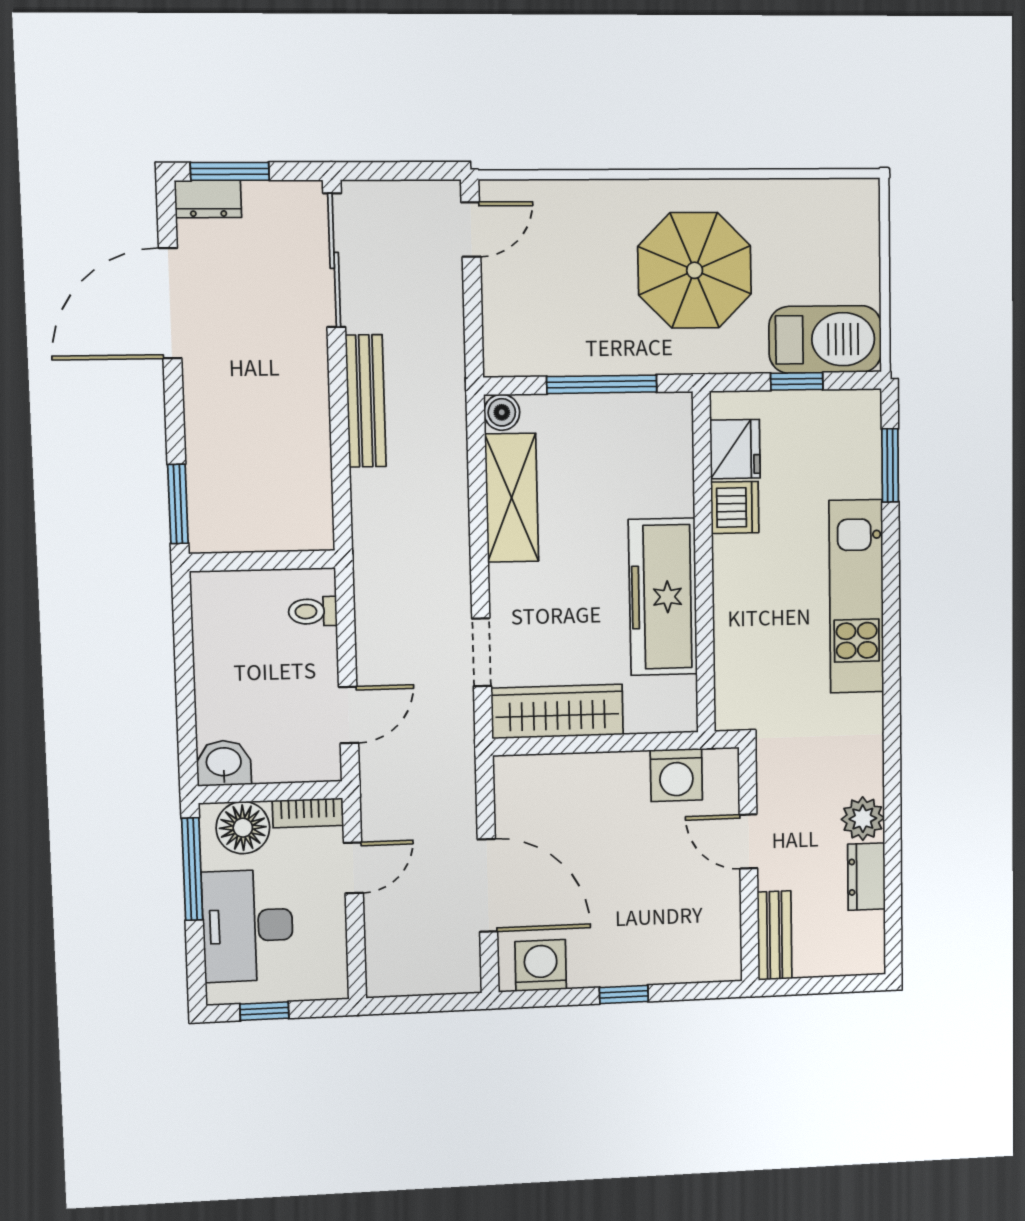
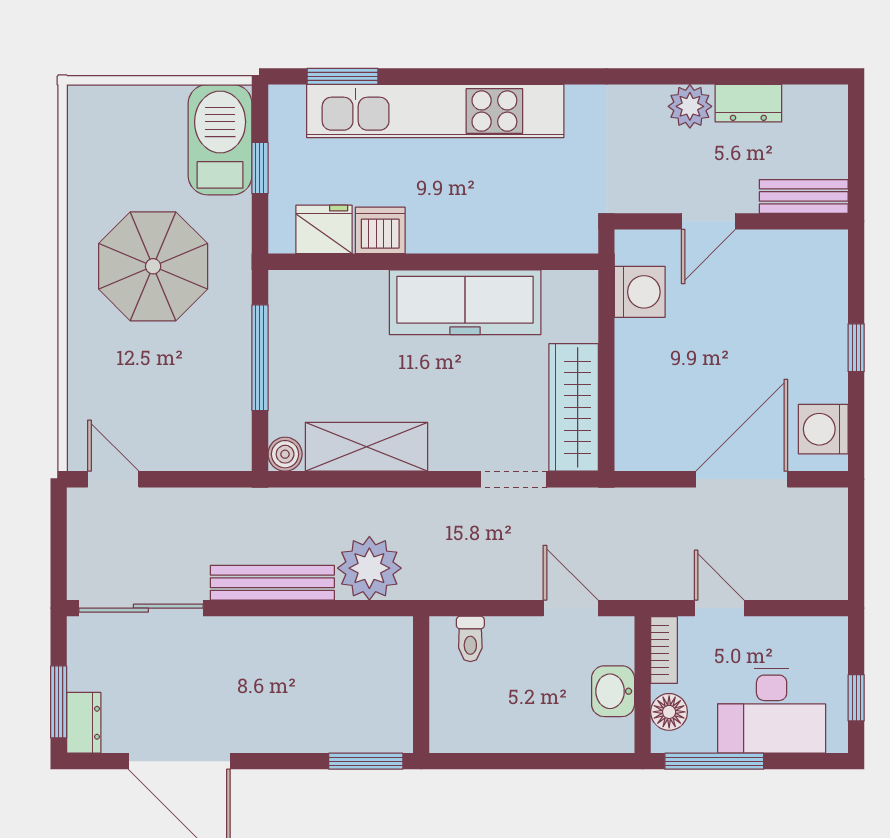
plant: (384, 504) -> (369, 568), added
kitchen unit: (856, 596) -> (435, 111), width x1.36
washbasin: (224, 763) -> (613, 691), moved
floor lamp: (243, 828) -> (669, 712), width x0.73, depth x0.73

